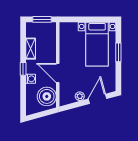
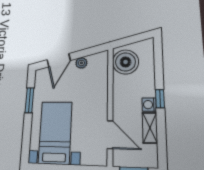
window: (118, 52) -> (29, 100), moved
door: (58, 73) -> (110, 134), moved
washing machine: (31, 79) -> (149, 105), moved

